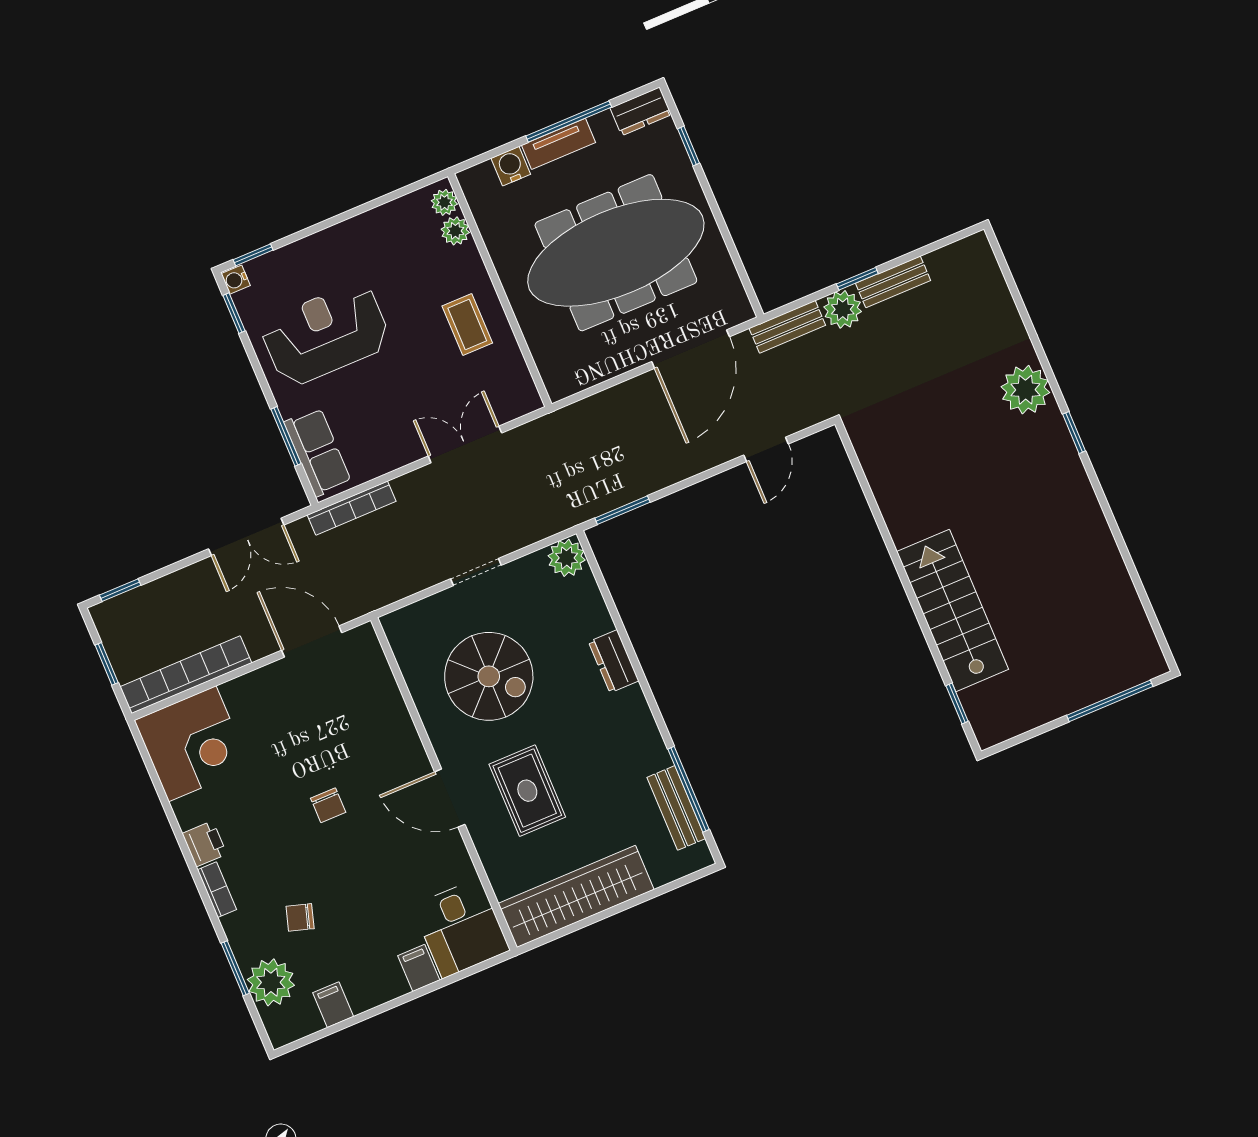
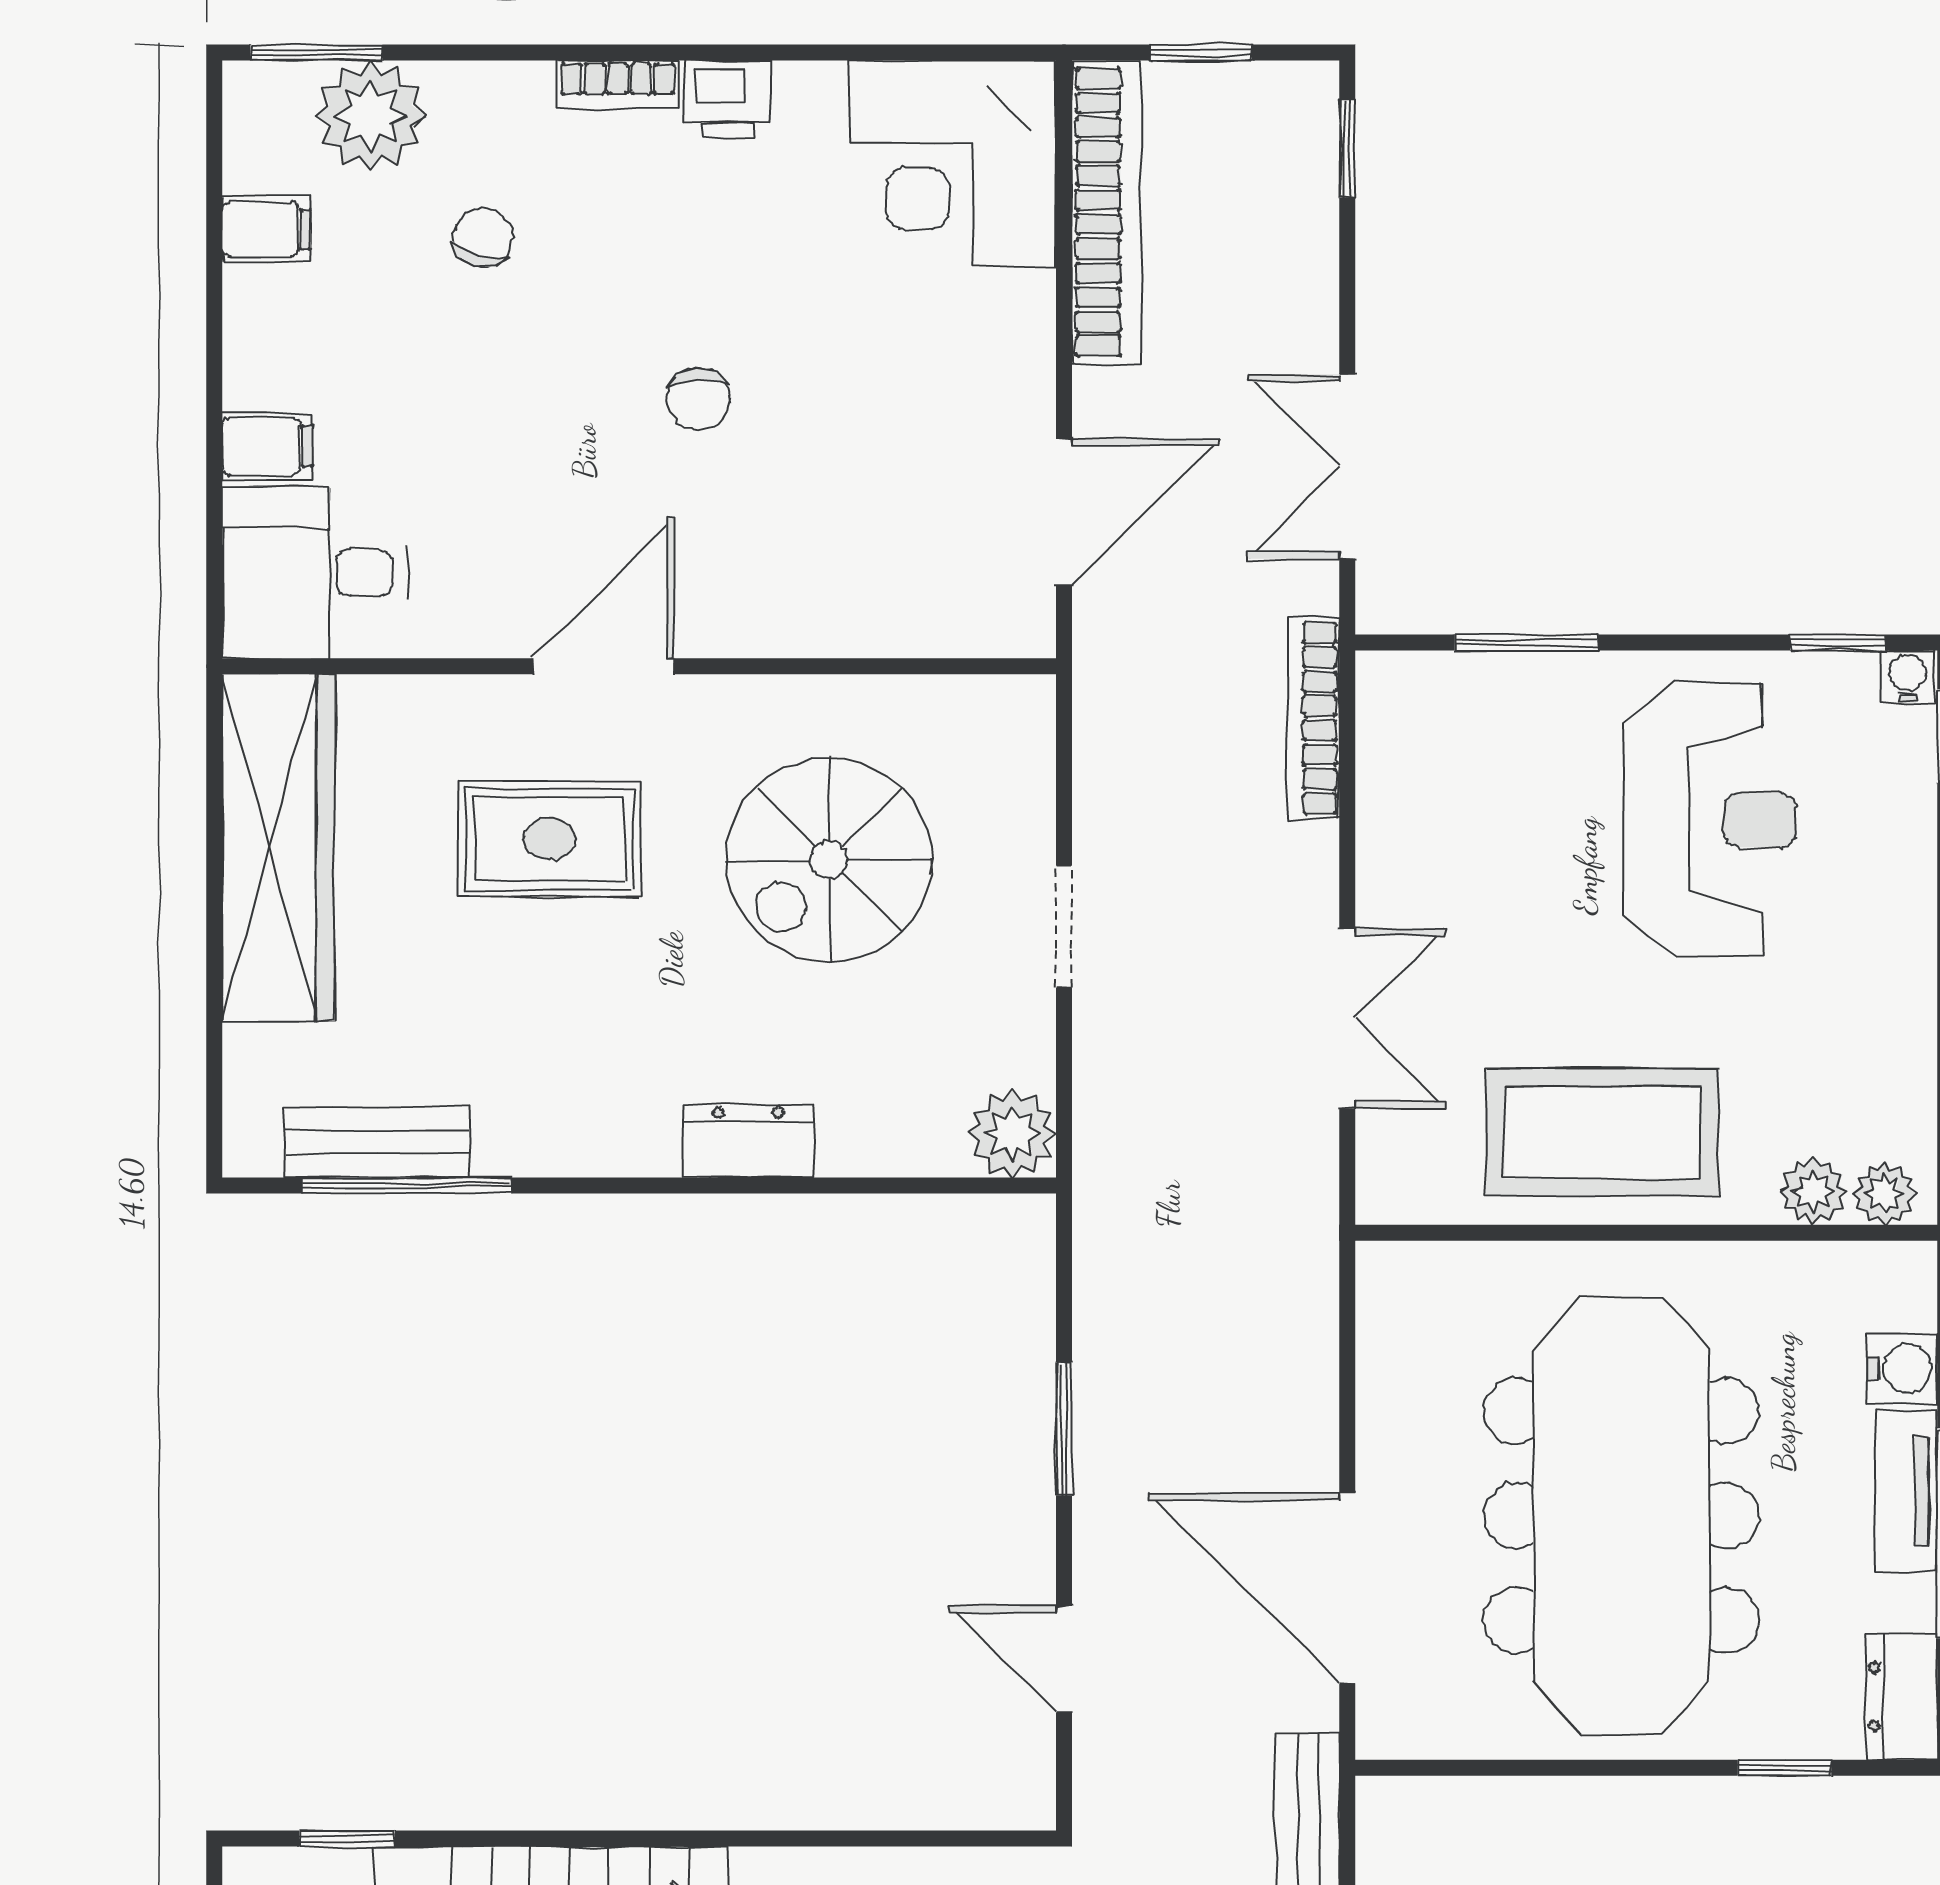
coffee table: (467, 324) -> (1602, 1132), width x1.86, depth x1.72
row of seats: (318, 452) -> (1464, 696), removed
window: (622, 510) -> (1064, 1429), moved
chair: (328, 805) -> (698, 399), turned -93
window: (235, 968) -> (317, 52), moved

